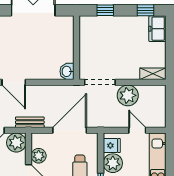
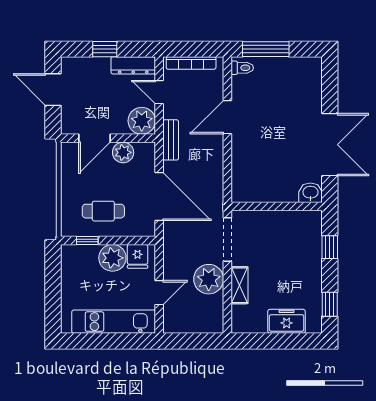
freezer: (157, 29) -> (287, 321), moved
washbasin: (67, 71) -> (310, 193), moved
shelving: (153, 74) -> (240, 285), moved

